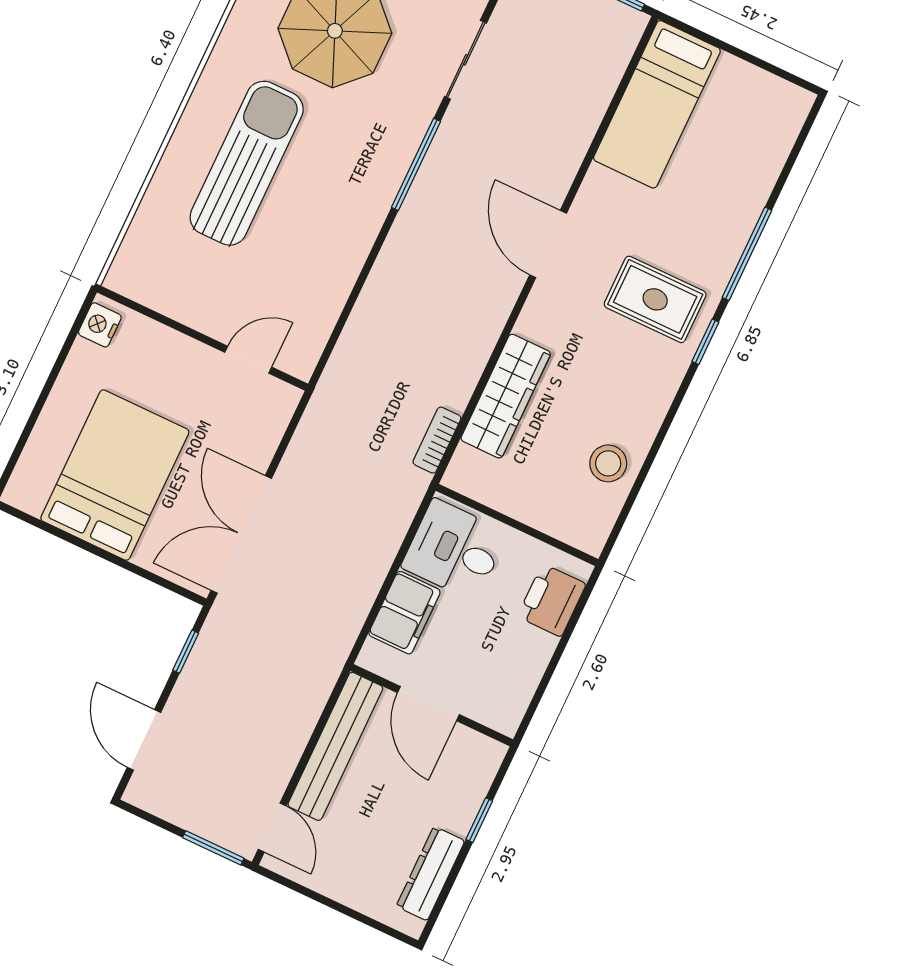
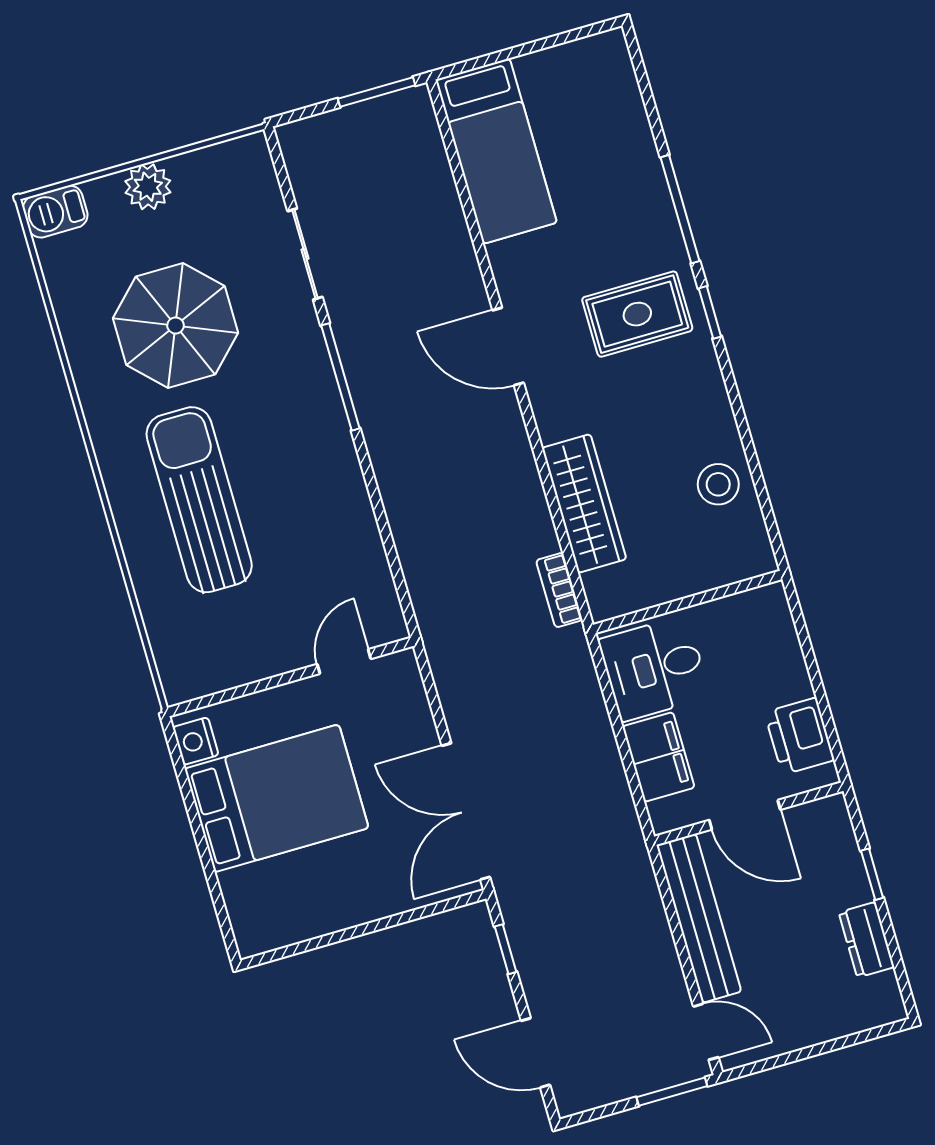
bed: (115, 475) -> (277, 798), moved, turned 90
printer: (552, 600) -> (799, 736), moved
dresser: (431, 874) -> (867, 940), width x0.70

